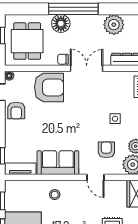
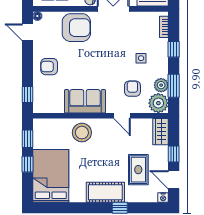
armchair: (16, 111) -> (49, 67), moved, turned 90
tv unit: (20, 169) -> (48, 107), removed
stool: (55, 195) -> (82, 133), width x1.89, depth x1.89

